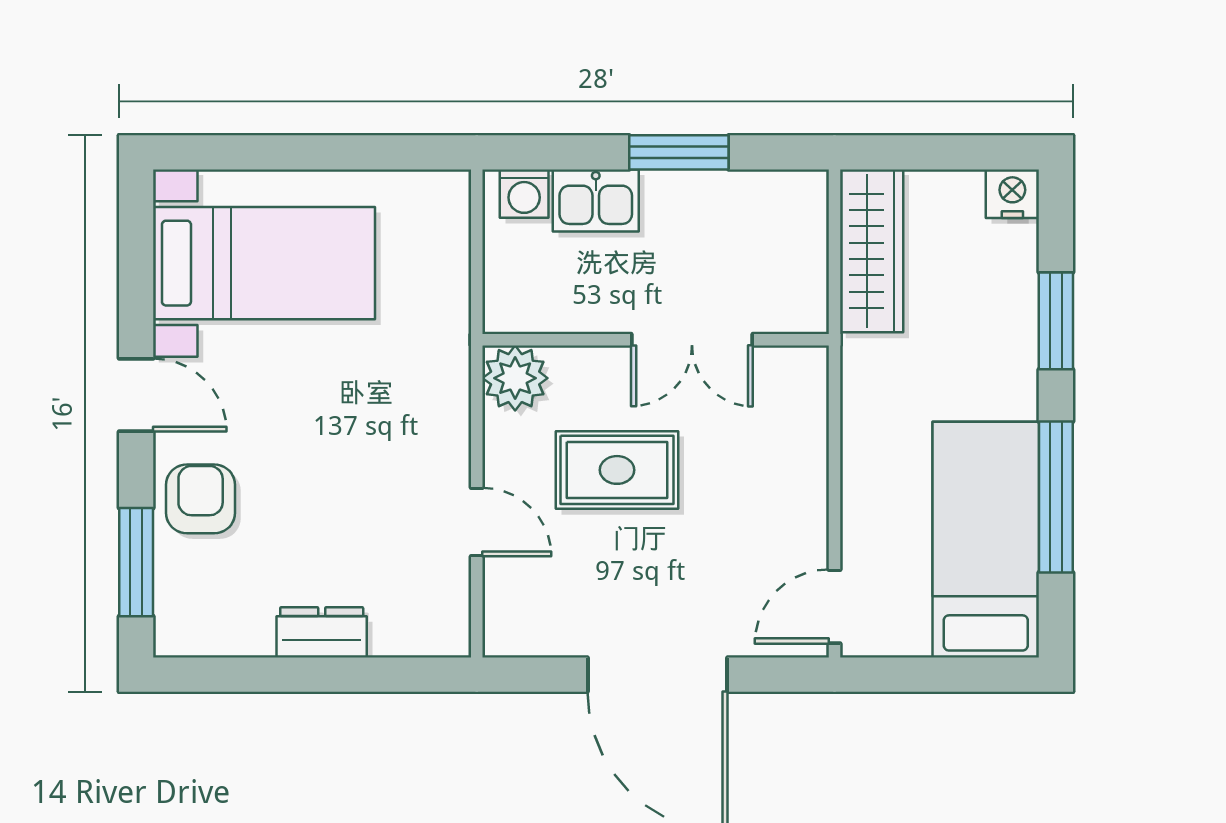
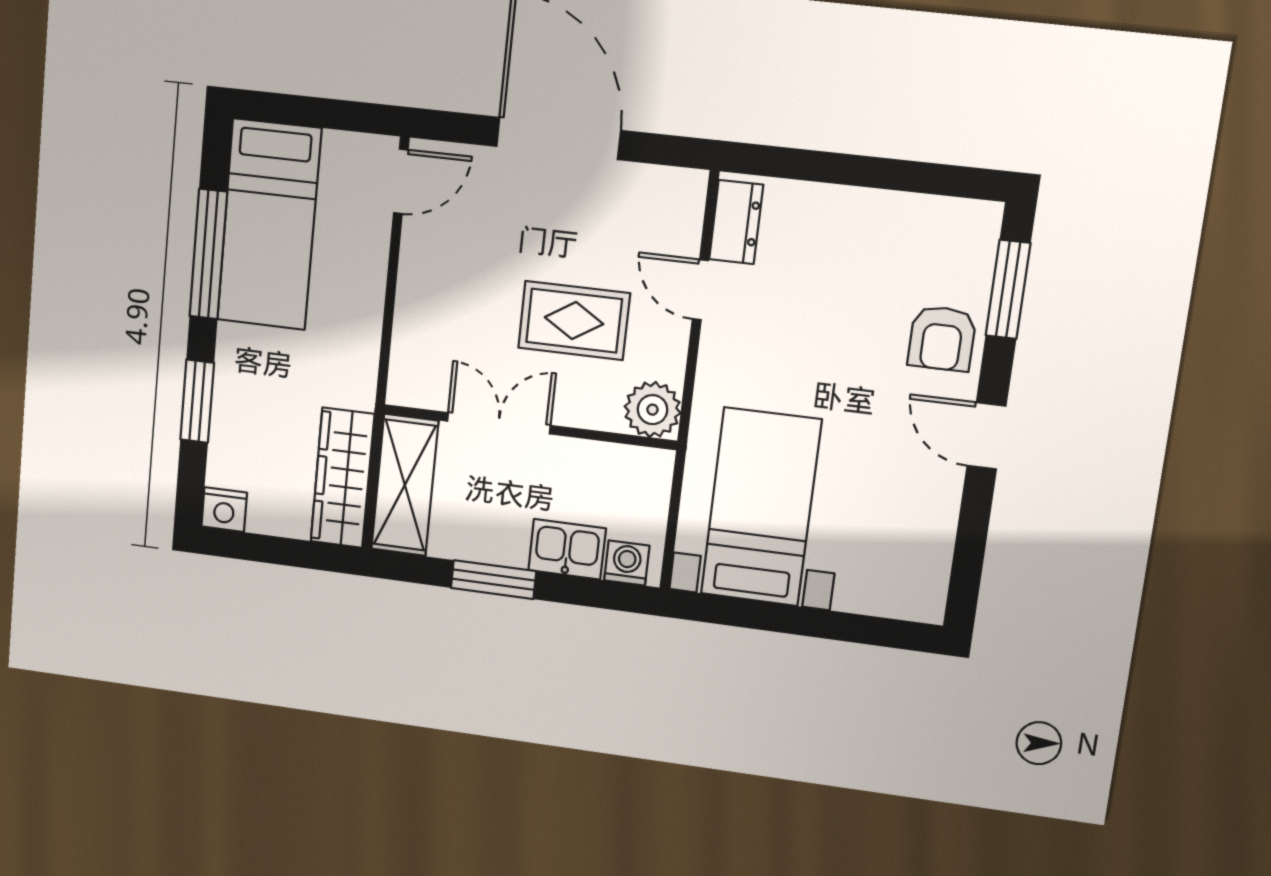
shelving: (796, 252) -> (405, 485), added
bed with nightstands: (264, 263) -> (761, 507), moved, turned 90
dresser: (322, 632) -> (736, 222), moved, turned -90

